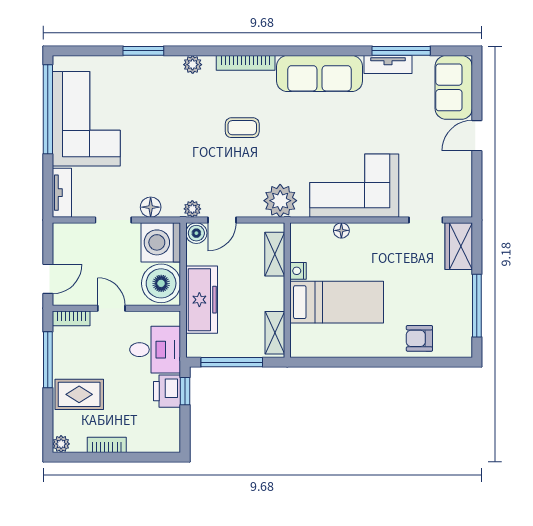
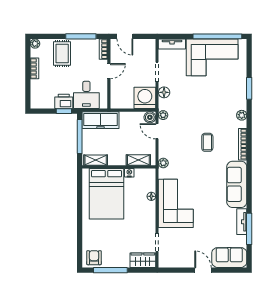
plant: (280, 201) -> (163, 163), width x0.53, depth x0.53
boiler: (161, 283) -> (123, 98), removed
freezer: (202, 300) -> (101, 120), moved
bed: (337, 302) -> (107, 194), width x1.50
armchair: (419, 338) -> (94, 258), moved

